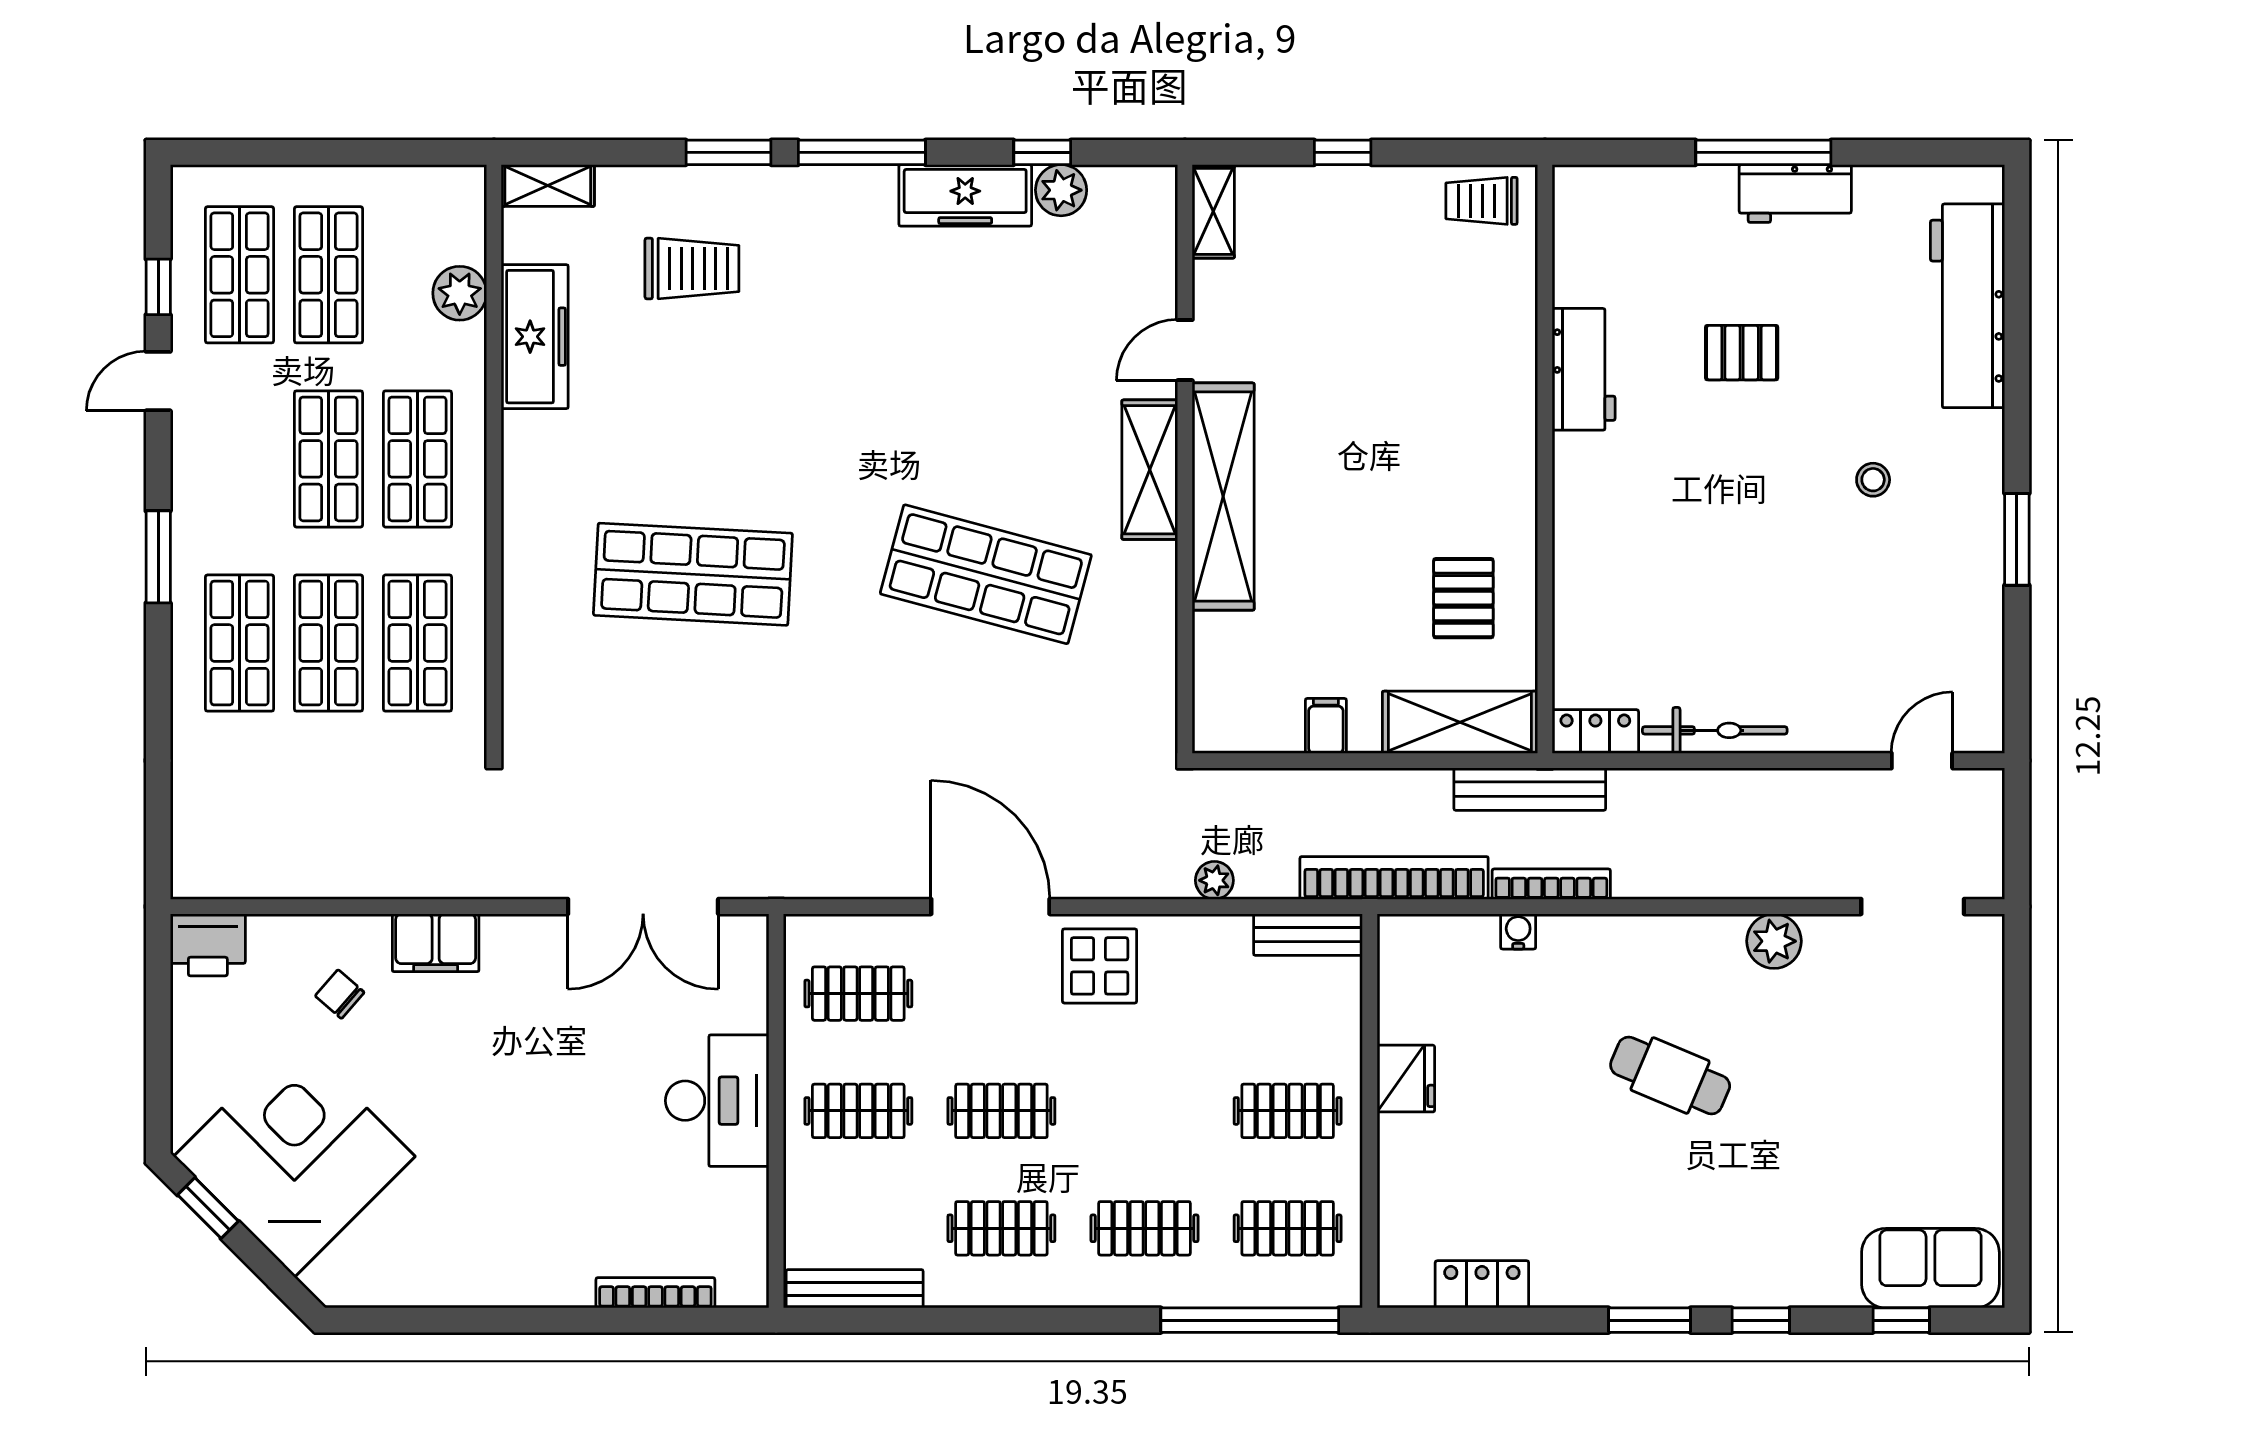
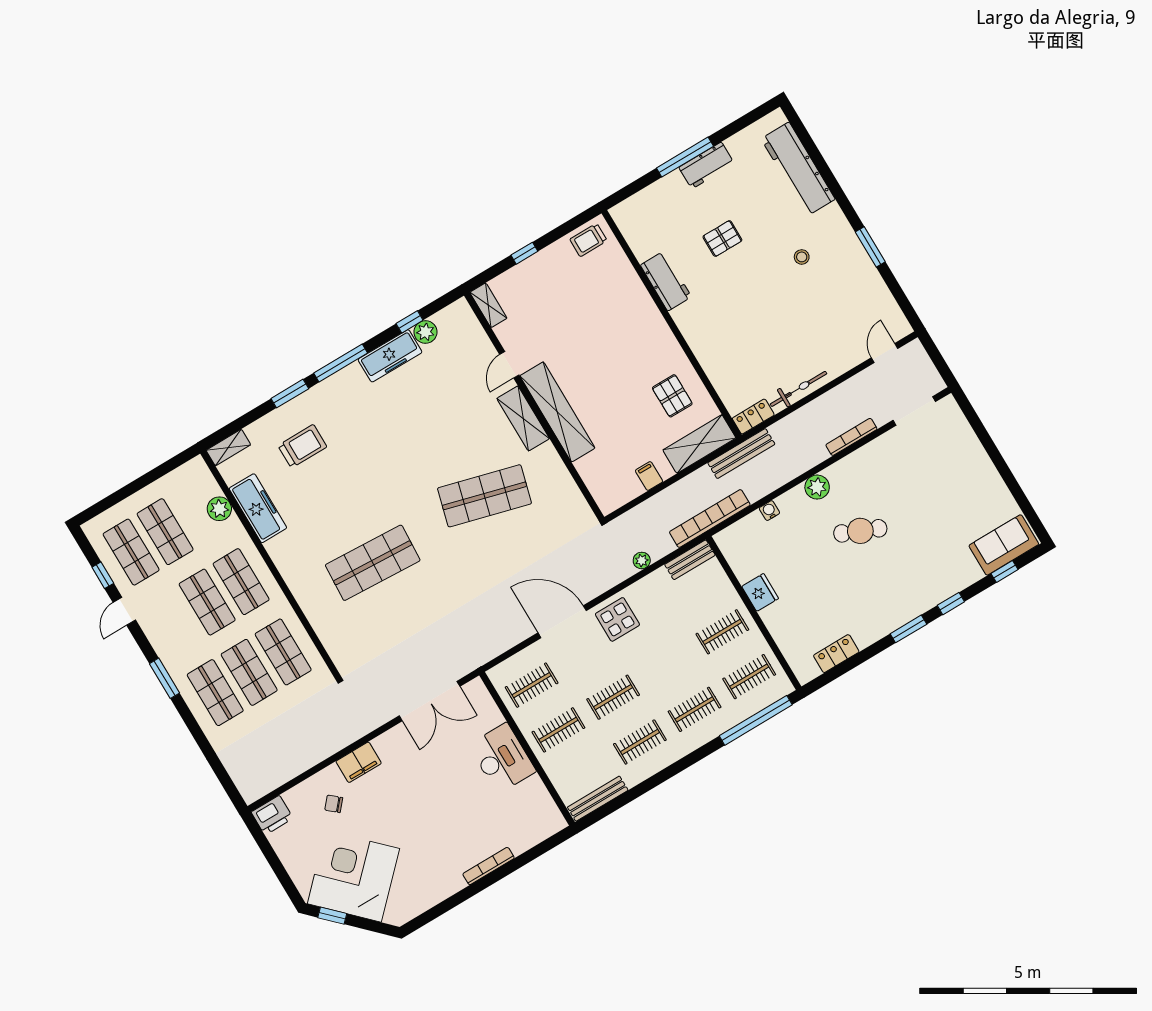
bookcase: (1551, 884) -> (851, 437), moved
plant: (1774, 941) -> (817, 487), moved
bookcase: (655, 1293) -> (489, 866), moved

